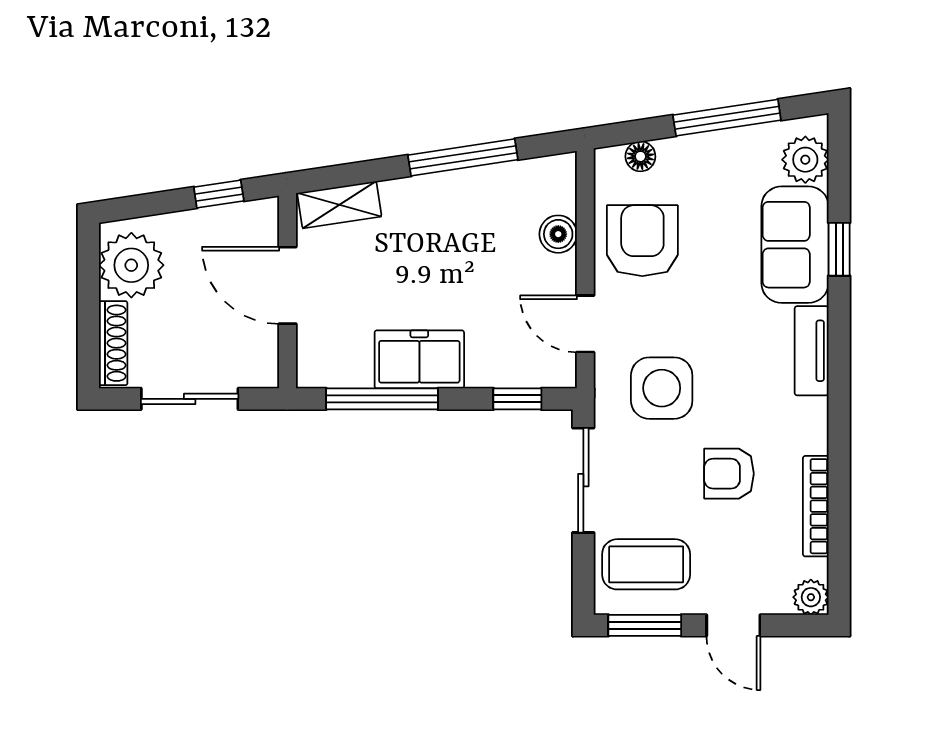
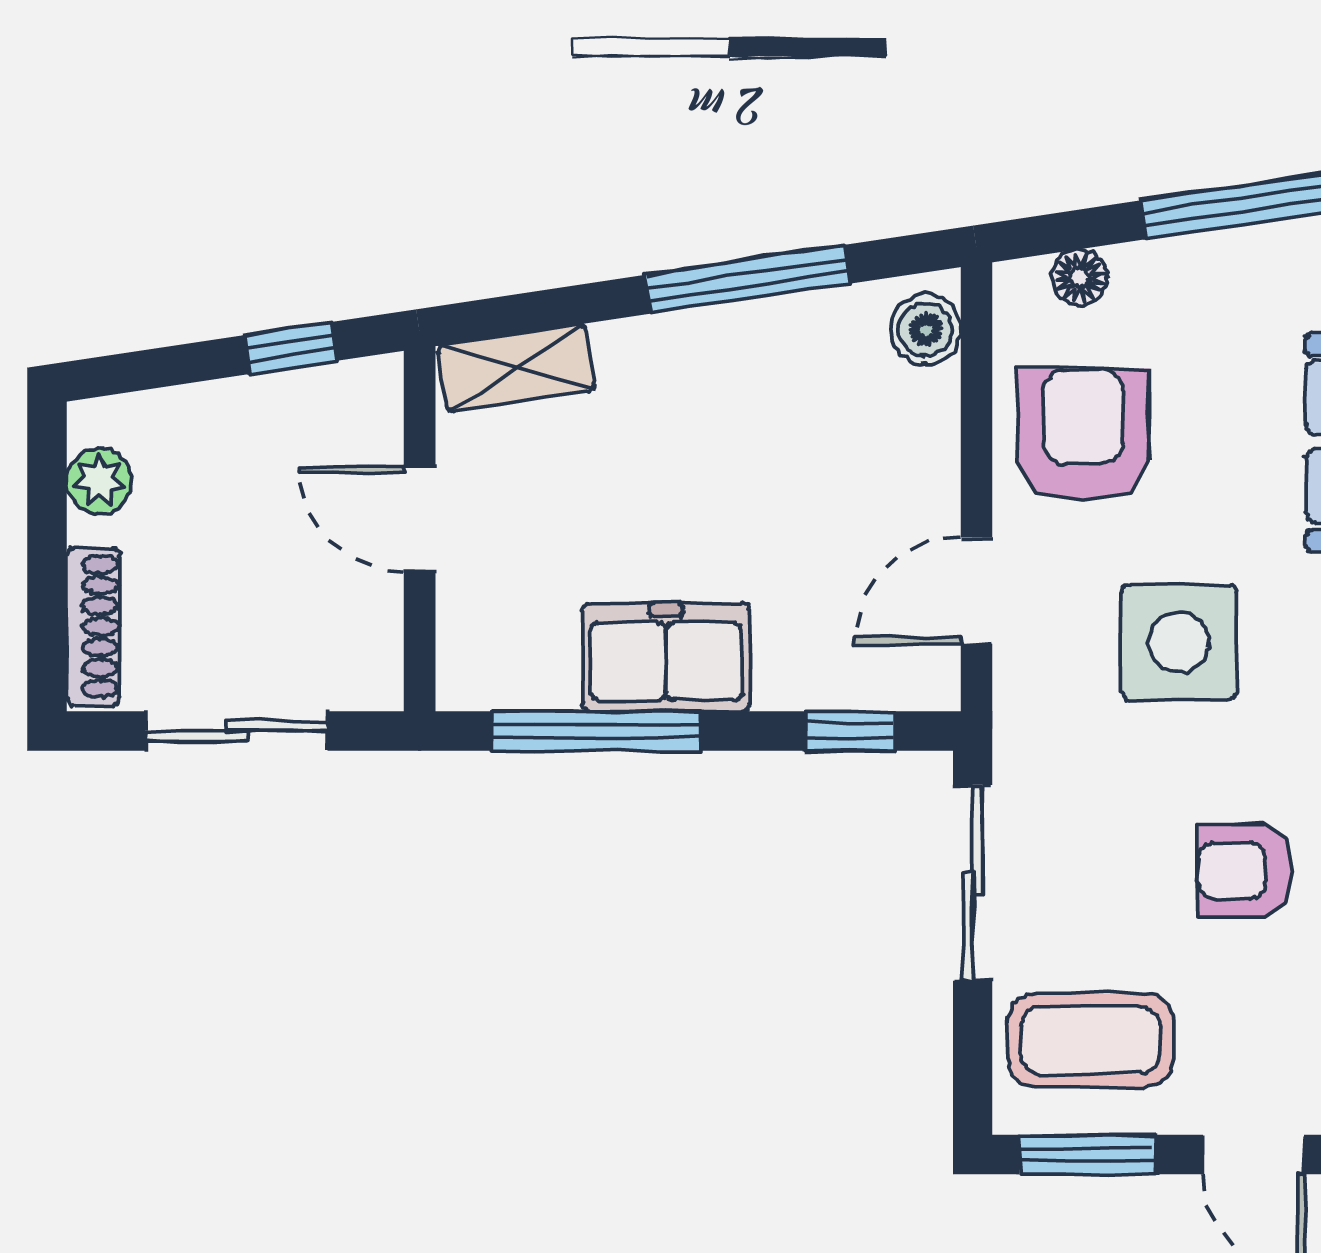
boiler: (558, 234) -> (926, 329), moved
plant: (131, 265) -> (99, 481), width x0.53, depth x0.53
door: (288, 285) -> (420, 519), width x0.73
door: (585, 324) -> (977, 591), hinge flipped
side table: (662, 388) -> (1179, 642), moved

